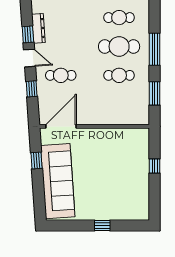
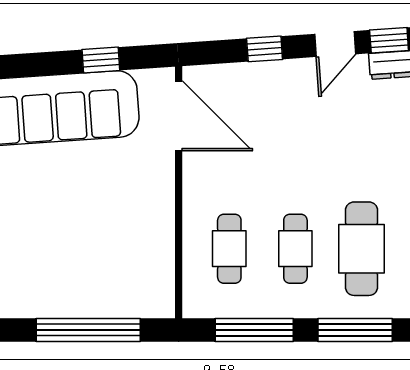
cafe table: (61, 75) -> (229, 249), moved
window: (155, 93) -> (254, 330), width x1.44
window: (155, 166) -> (88, 330), width x3.17

